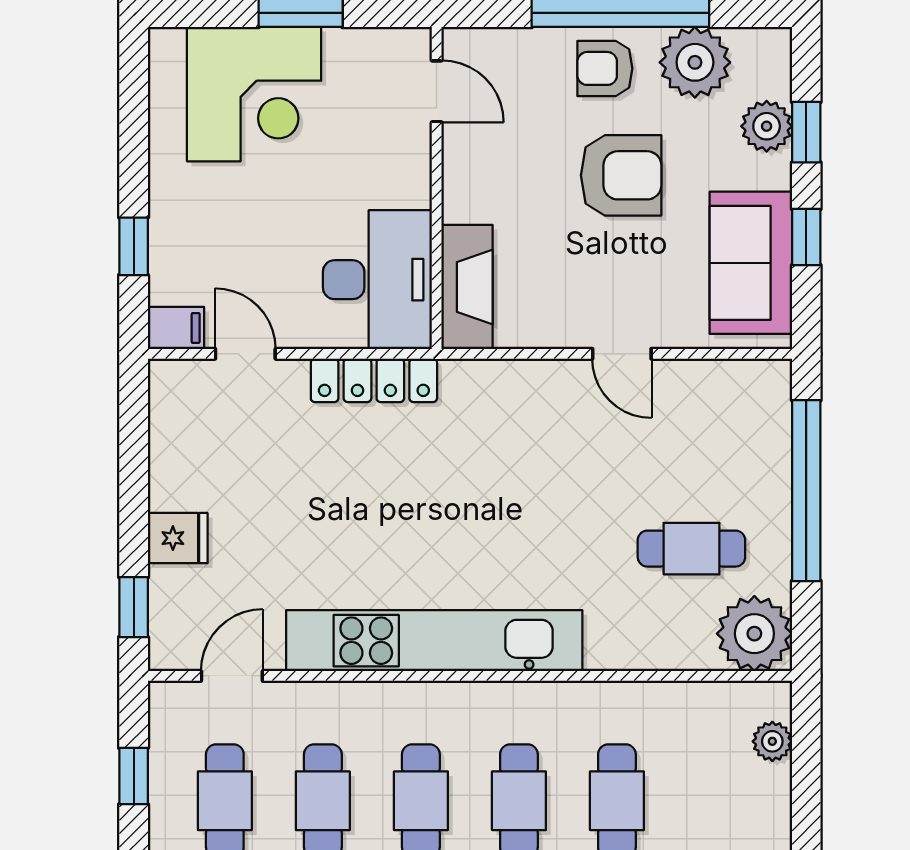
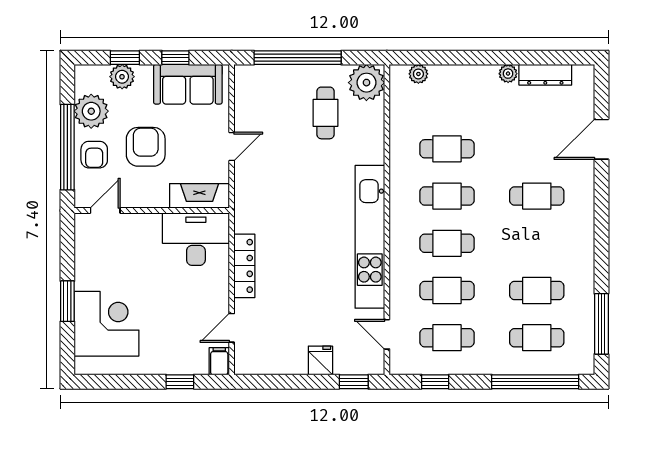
door: (437, 91) -> (105, 211), moved
wall: (437, 188) -> (152, 211), moved
desk: (377, 280) -> (196, 239), moved
fireplace: (467, 287) -> (199, 196), moved

